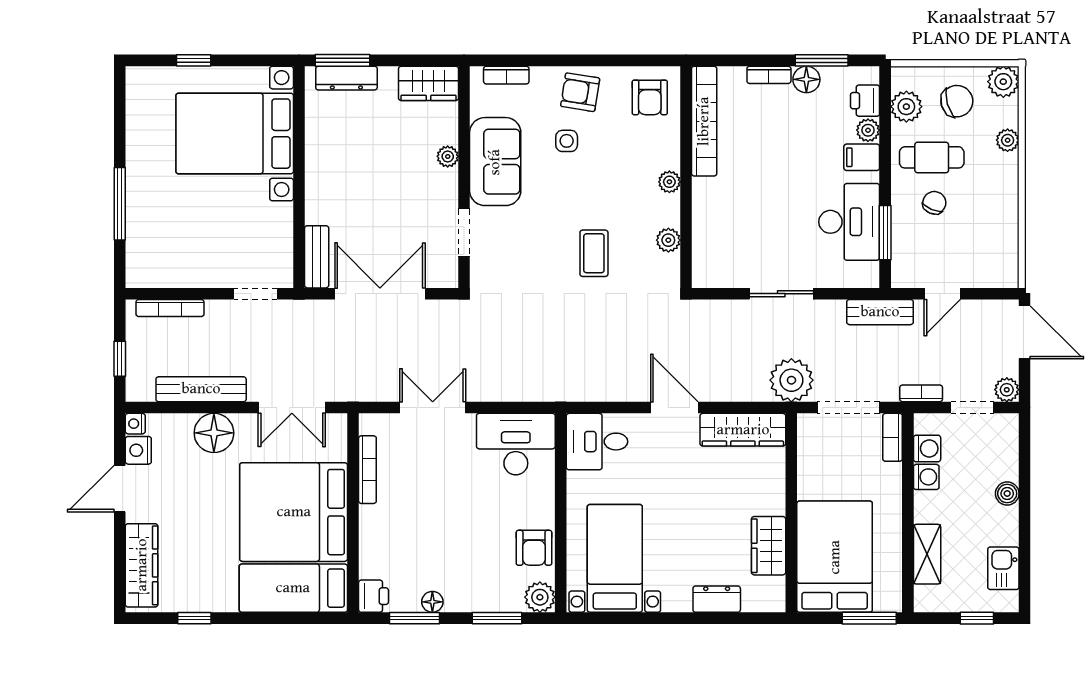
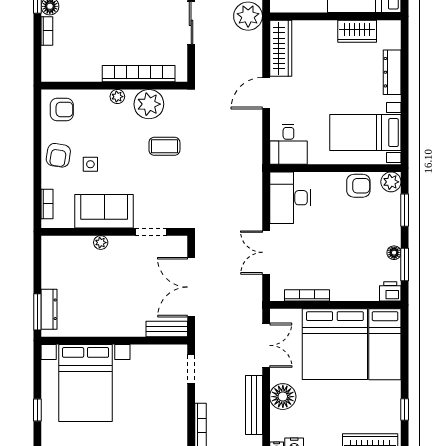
wardrobe: (428, 83) -> (53, 255), removed
bookcase: (704, 121) -> (139, 74), moved
plant: (668, 240) -> (149, 104), width x1.88, depth x1.88
dresser: (717, 599) -> (392, 72), width x1.44

